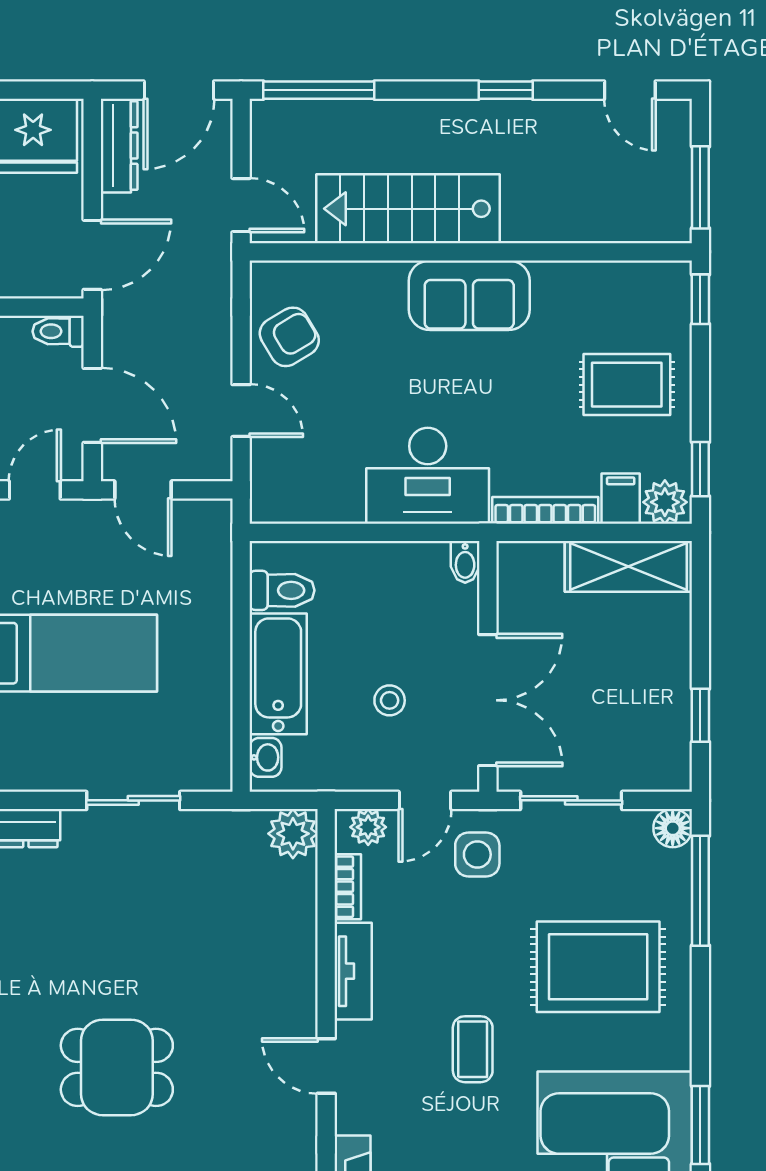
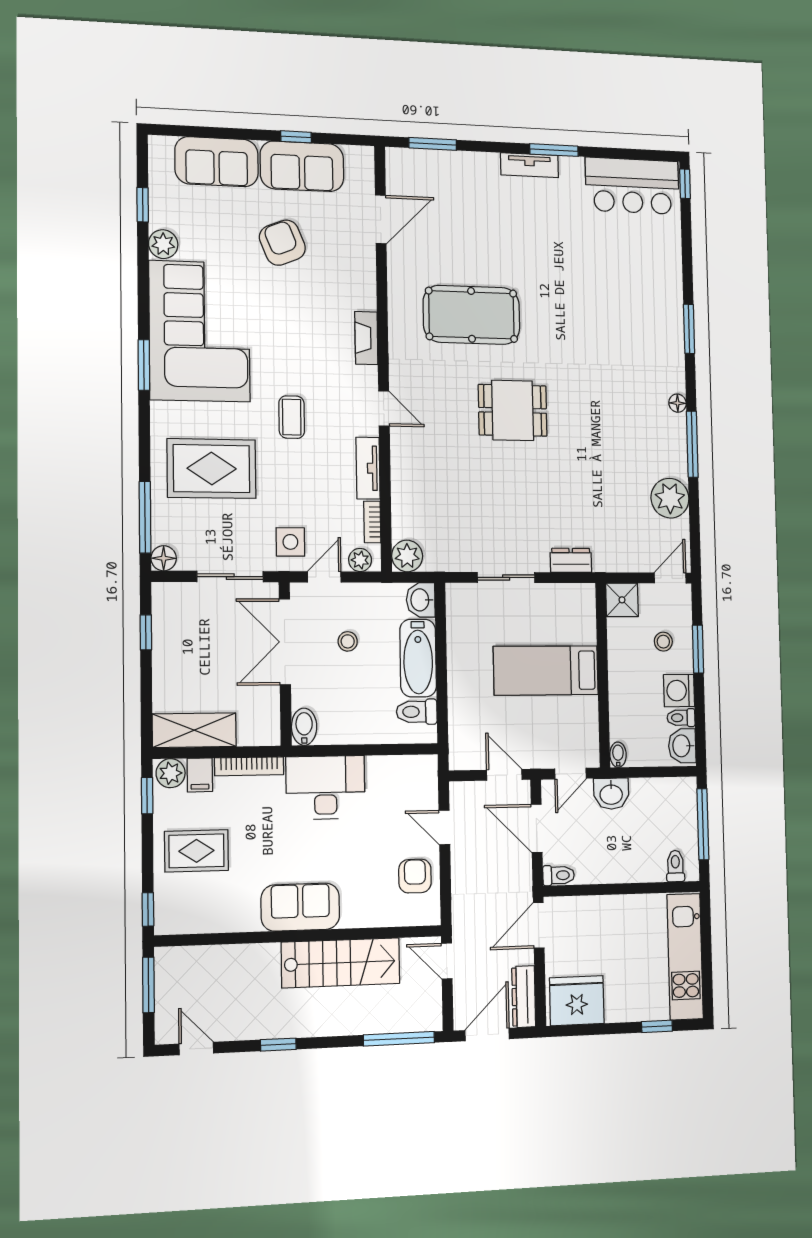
armchair: (289, 337) -> (415, 876), turned 121
bidet: (465, 562) -> (304, 727), width x1.38, depth x1.36
washbasin: (265, 757) -> (421, 600), width x1.38, depth x1.45

